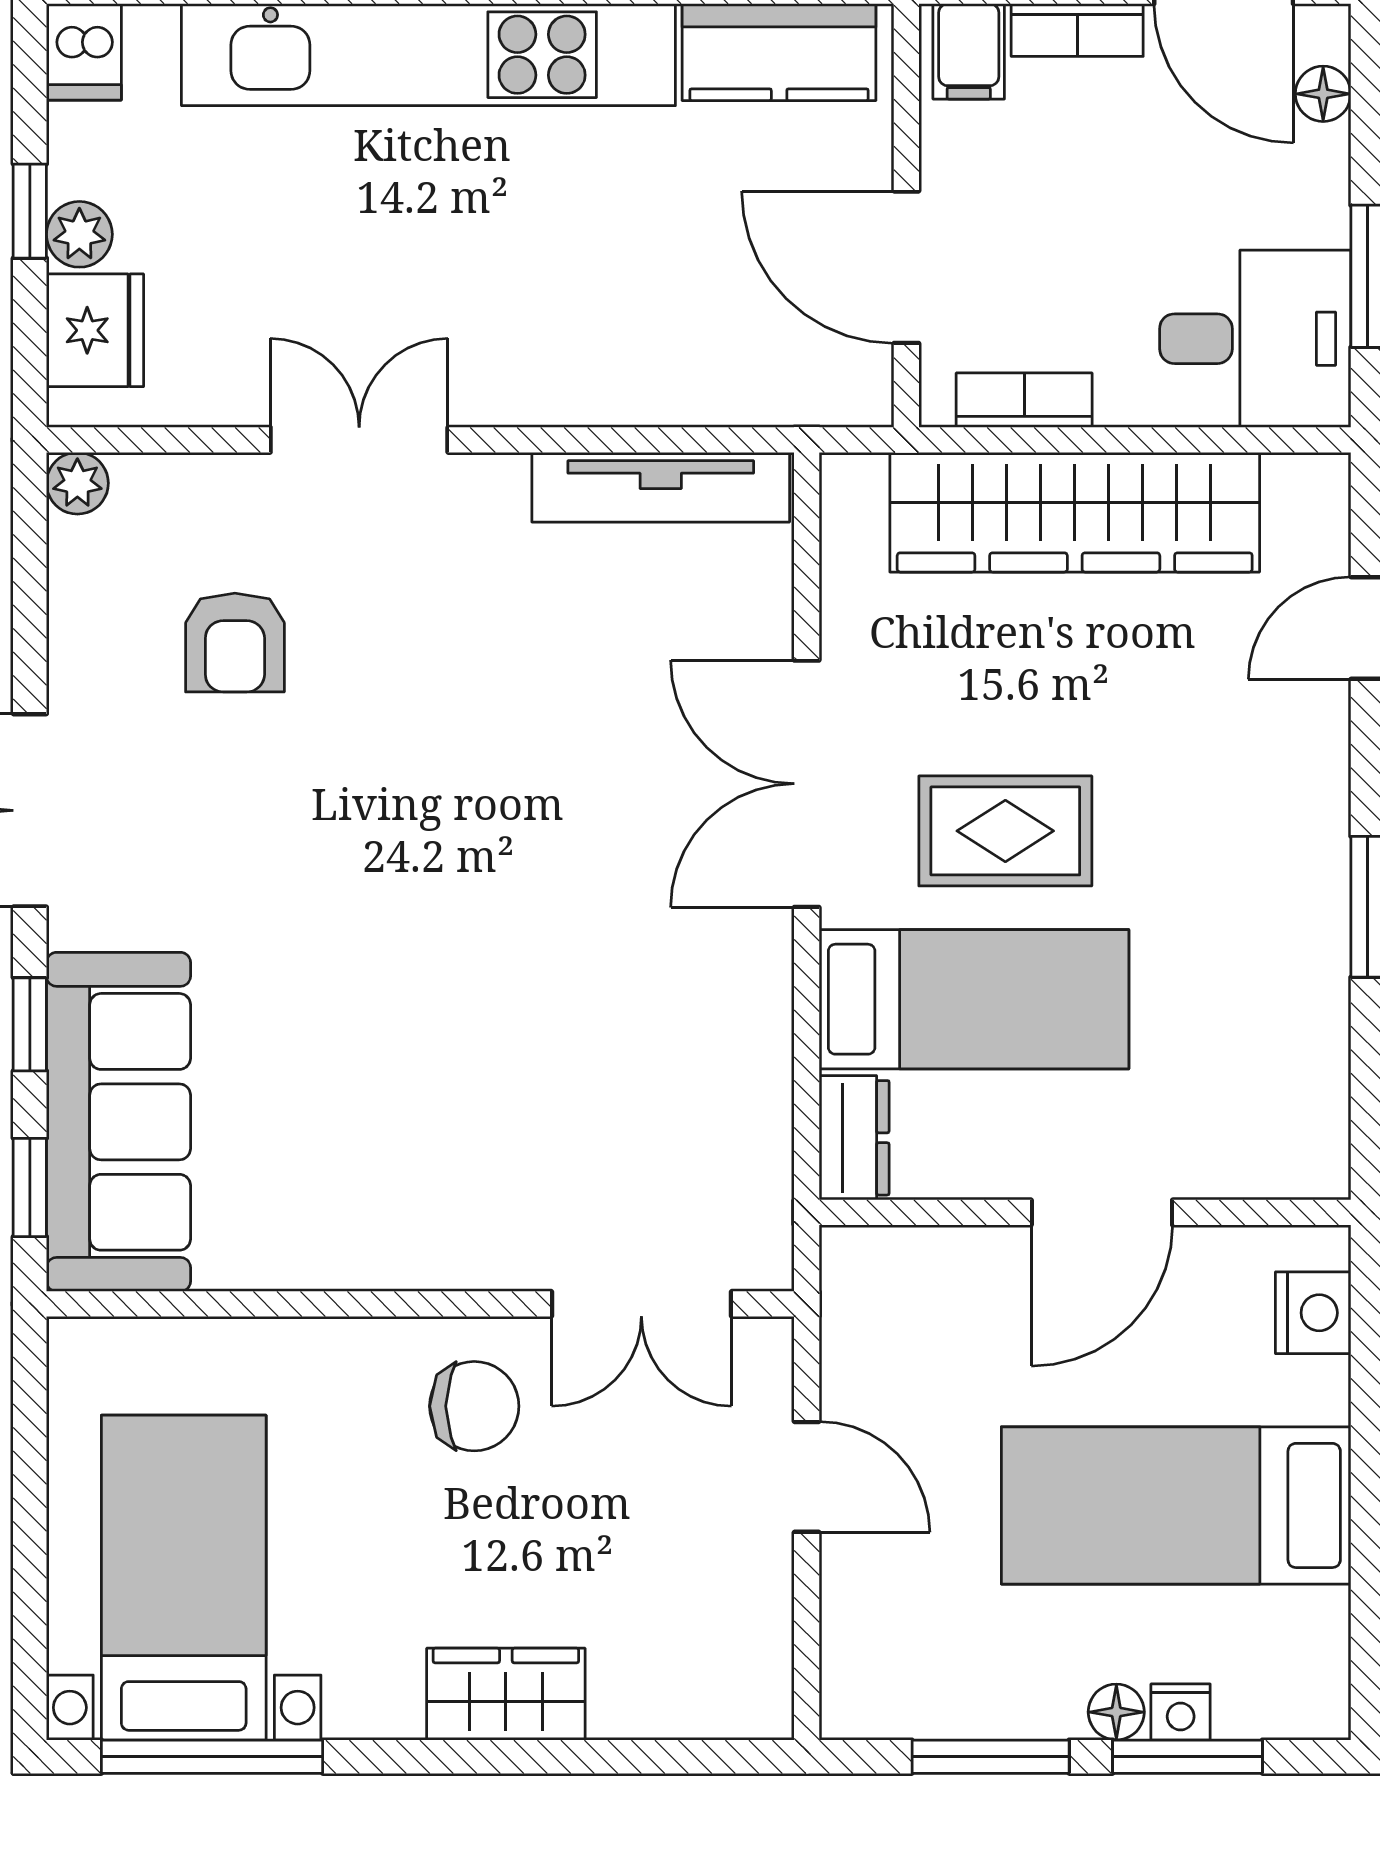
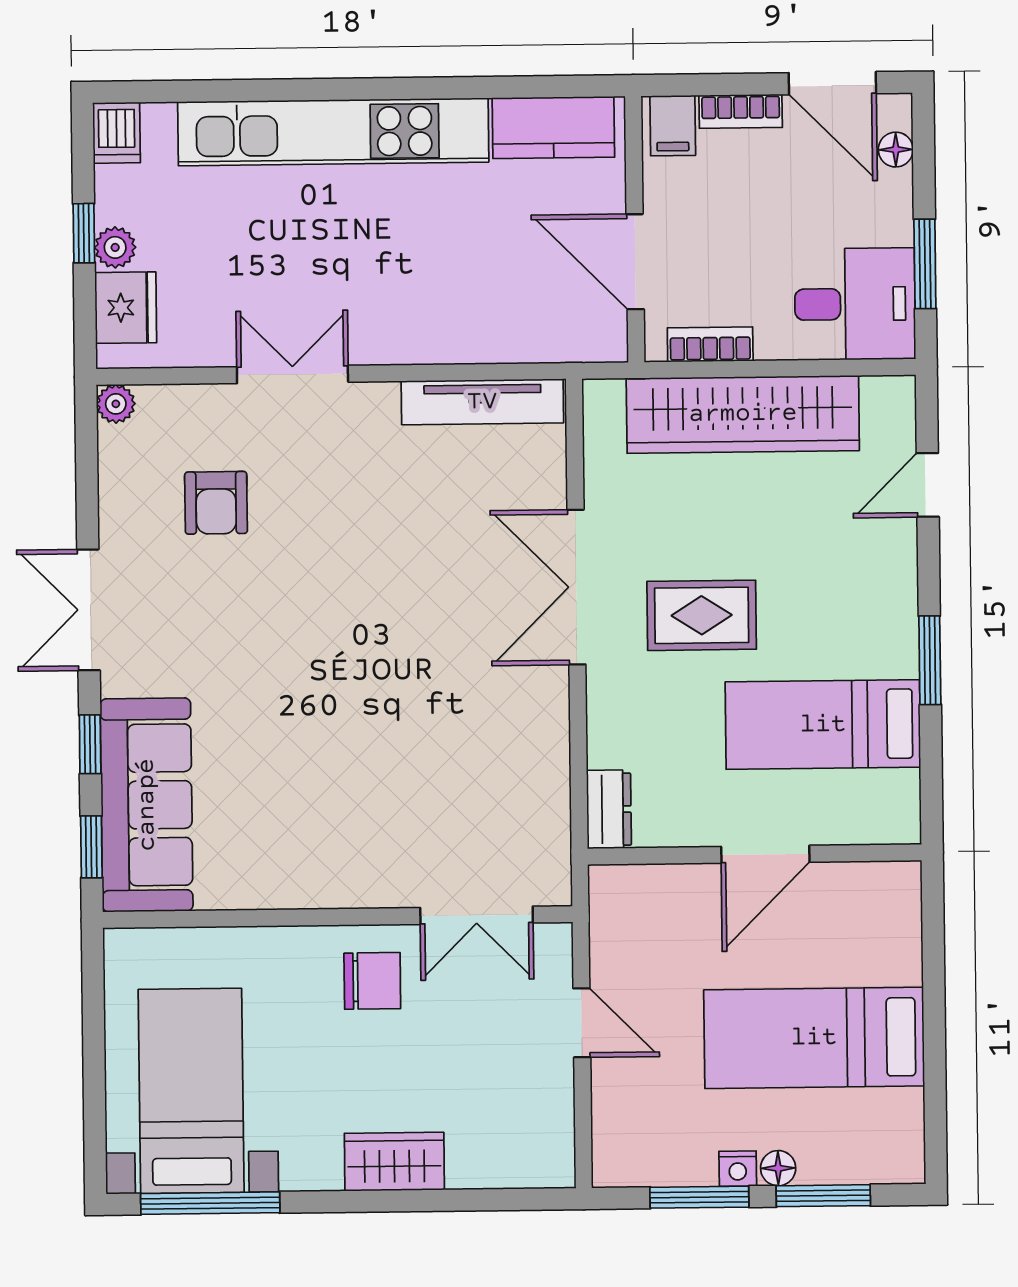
bed: (974, 999) -> (823, 725), moved, turned 180
nightstand: (1313, 1313) -> (899, 916), removed
nightstand: (1181, 1712) -> (738, 1169), moved

